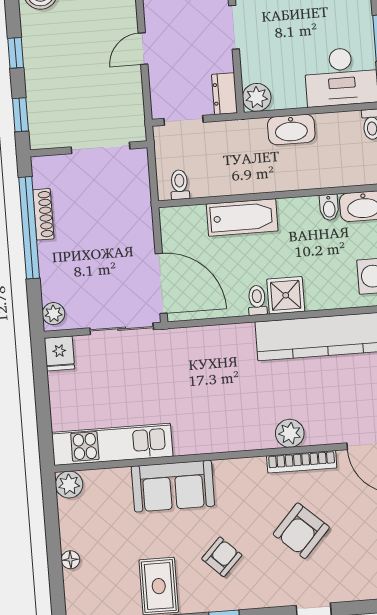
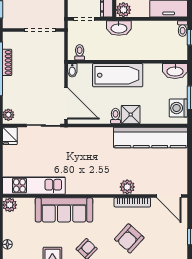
washbasin: (291, 130) -> (119, 28), moved
bidet: (329, 207) -> (72, 70), moved
bathtub: (242, 217) -> (118, 75), width x1.36, depth x1.36
sofa: (173, 486) -> (64, 210), width x1.36

